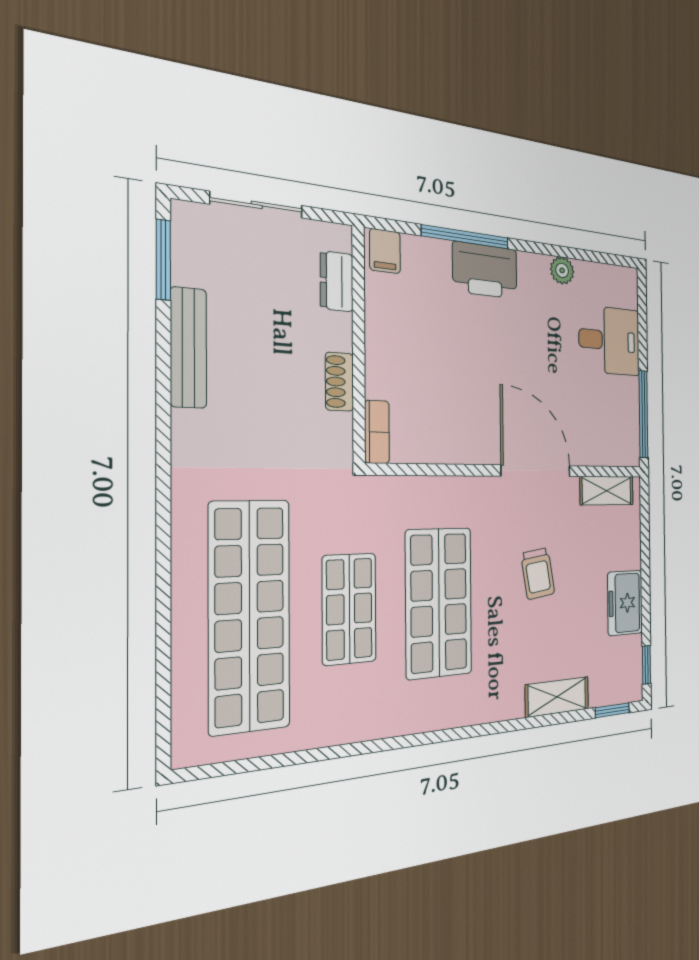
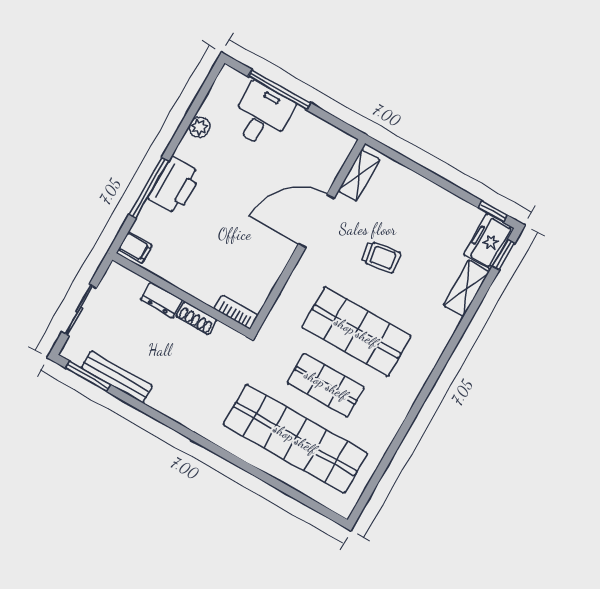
dresser: (337, 281) -> (162, 300), moved
bench: (188, 348) -> (117, 377), moved
window: (643, 414) -> (279, 90), moved
freezer: (625, 603) -> (489, 241), moved, turned 90

